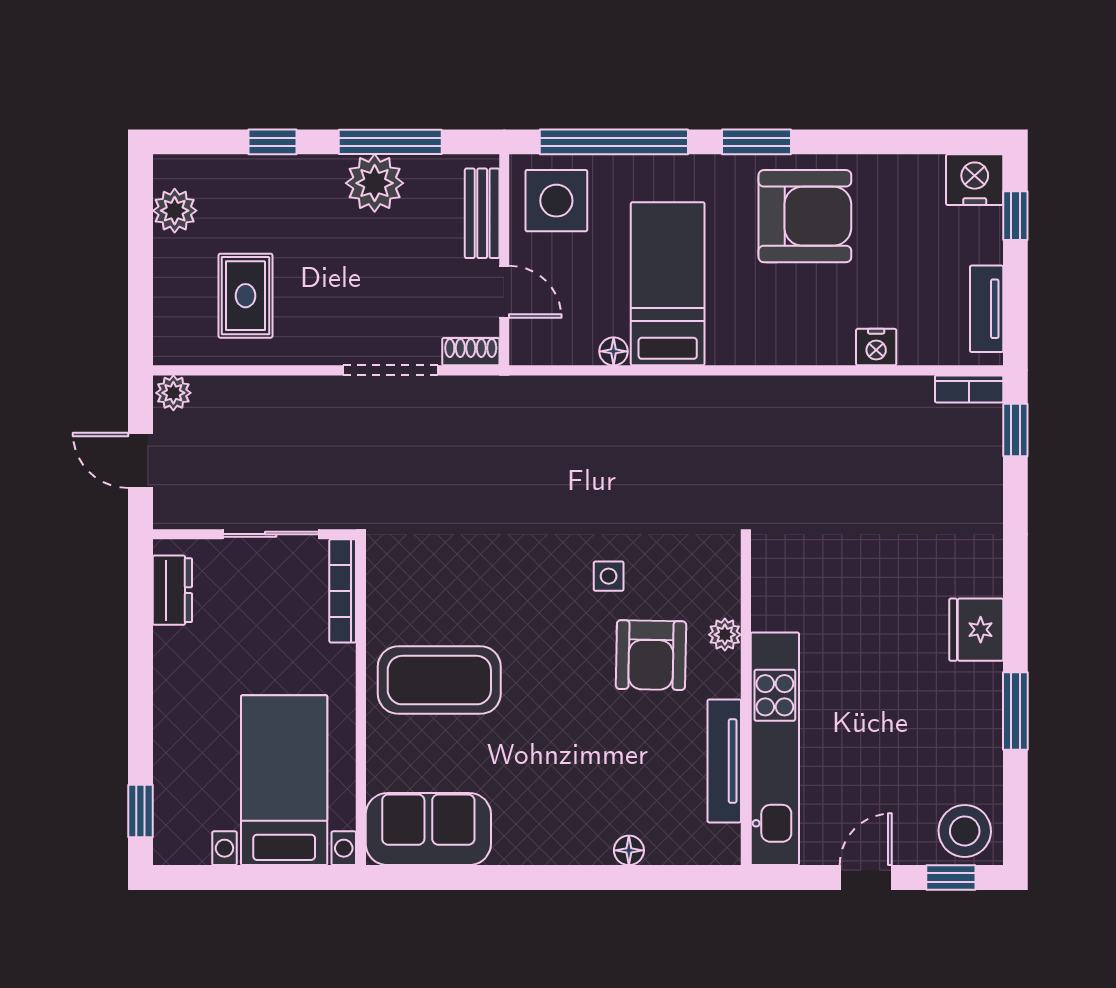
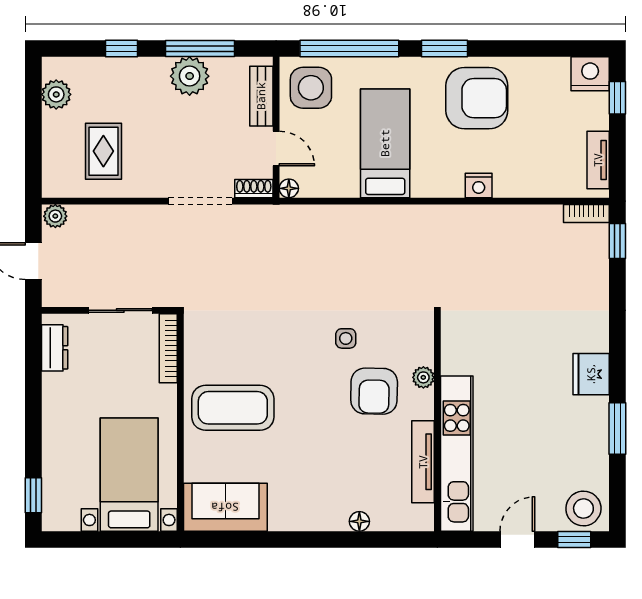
nightstand: (876, 347) -> (479, 186), moved
floor lamp: (614, 351) -> (289, 188), moved

